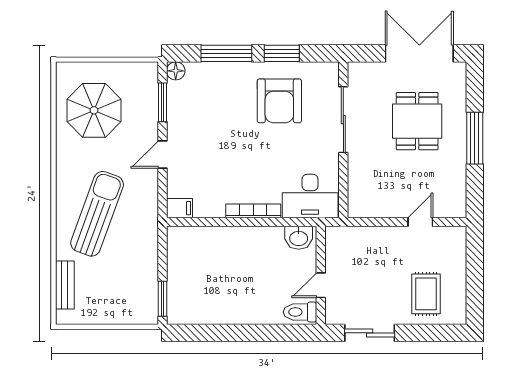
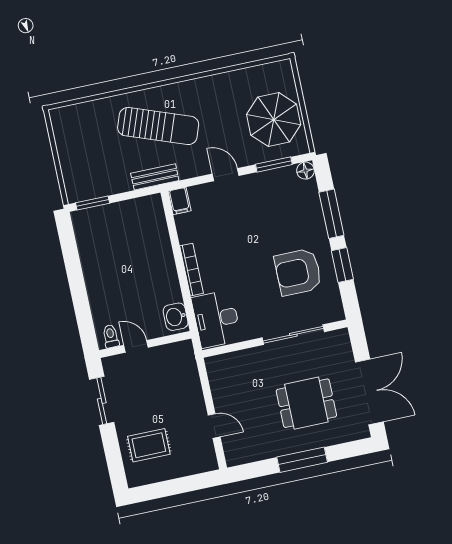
parasol: (94, 110) -> (274, 120), moved
bench: (65, 285) -> (155, 177), moved
toilet: (300, 312) -> (111, 336), width x0.73, depth x0.72

